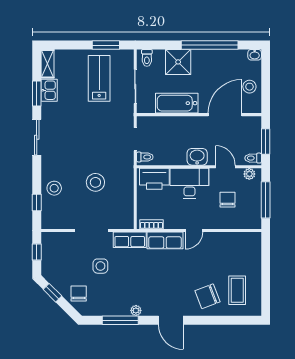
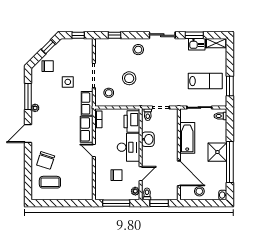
shower: (178, 62) -> (217, 152), moved
washbasin: (197, 157) -> (148, 139), moved
stool: (54, 188) -> (138, 50), moved
stool: (115, 210) -> (109, 93), added
chair: (207, 296) -> (46, 160), turned -141

